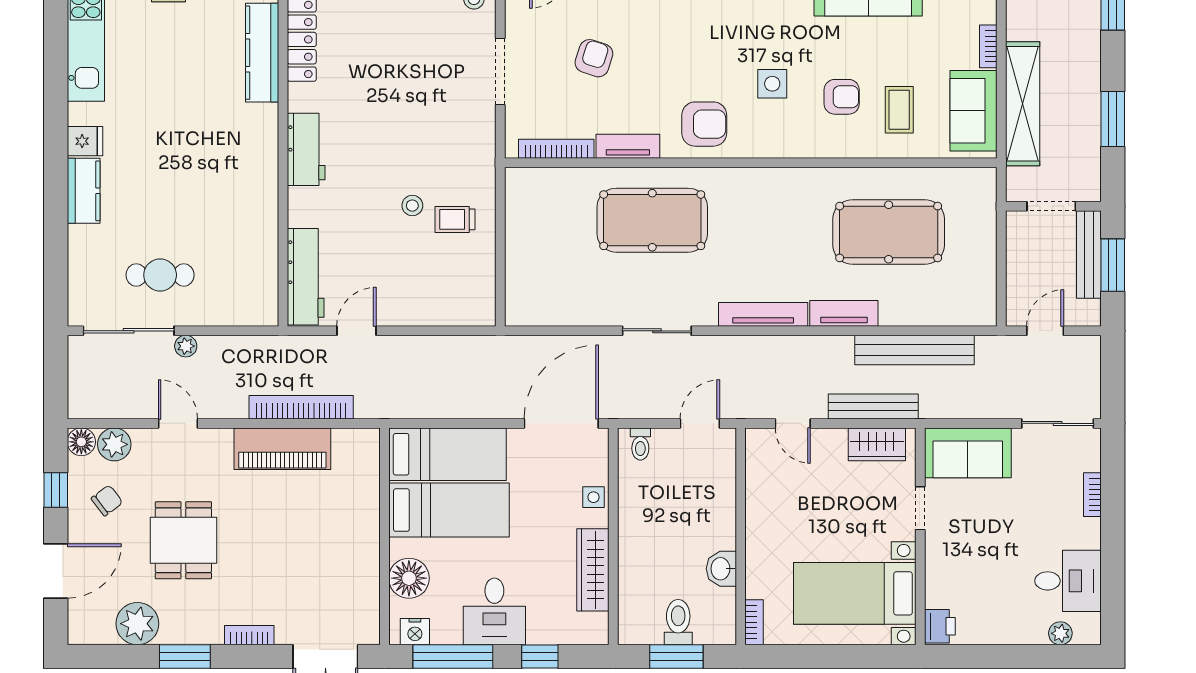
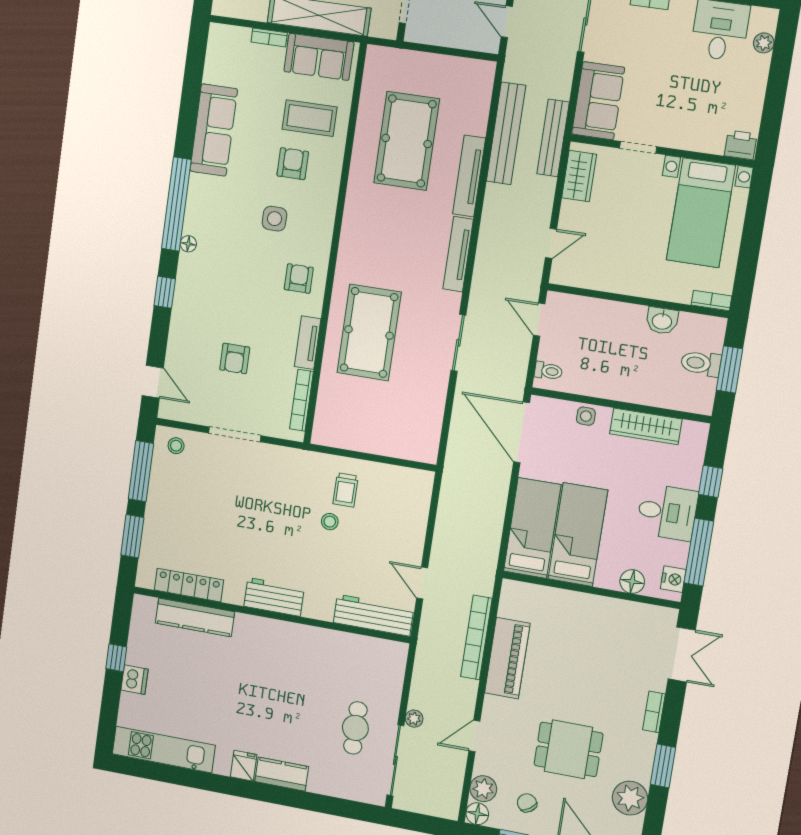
armchair: (594, 58) -> (235, 359), turned -108
coffee table: (899, 110) -> (310, 118), width x1.36, depth x1.30
armchair: (704, 124) -> (299, 278), width x0.72, depth x0.72
tv unit: (844, 313) -> (469, 176), width x1.41
bench: (873, 407) -> (553, 138), moved
floor lamp: (409, 578) -> (632, 582), width x0.73, depth x0.73

